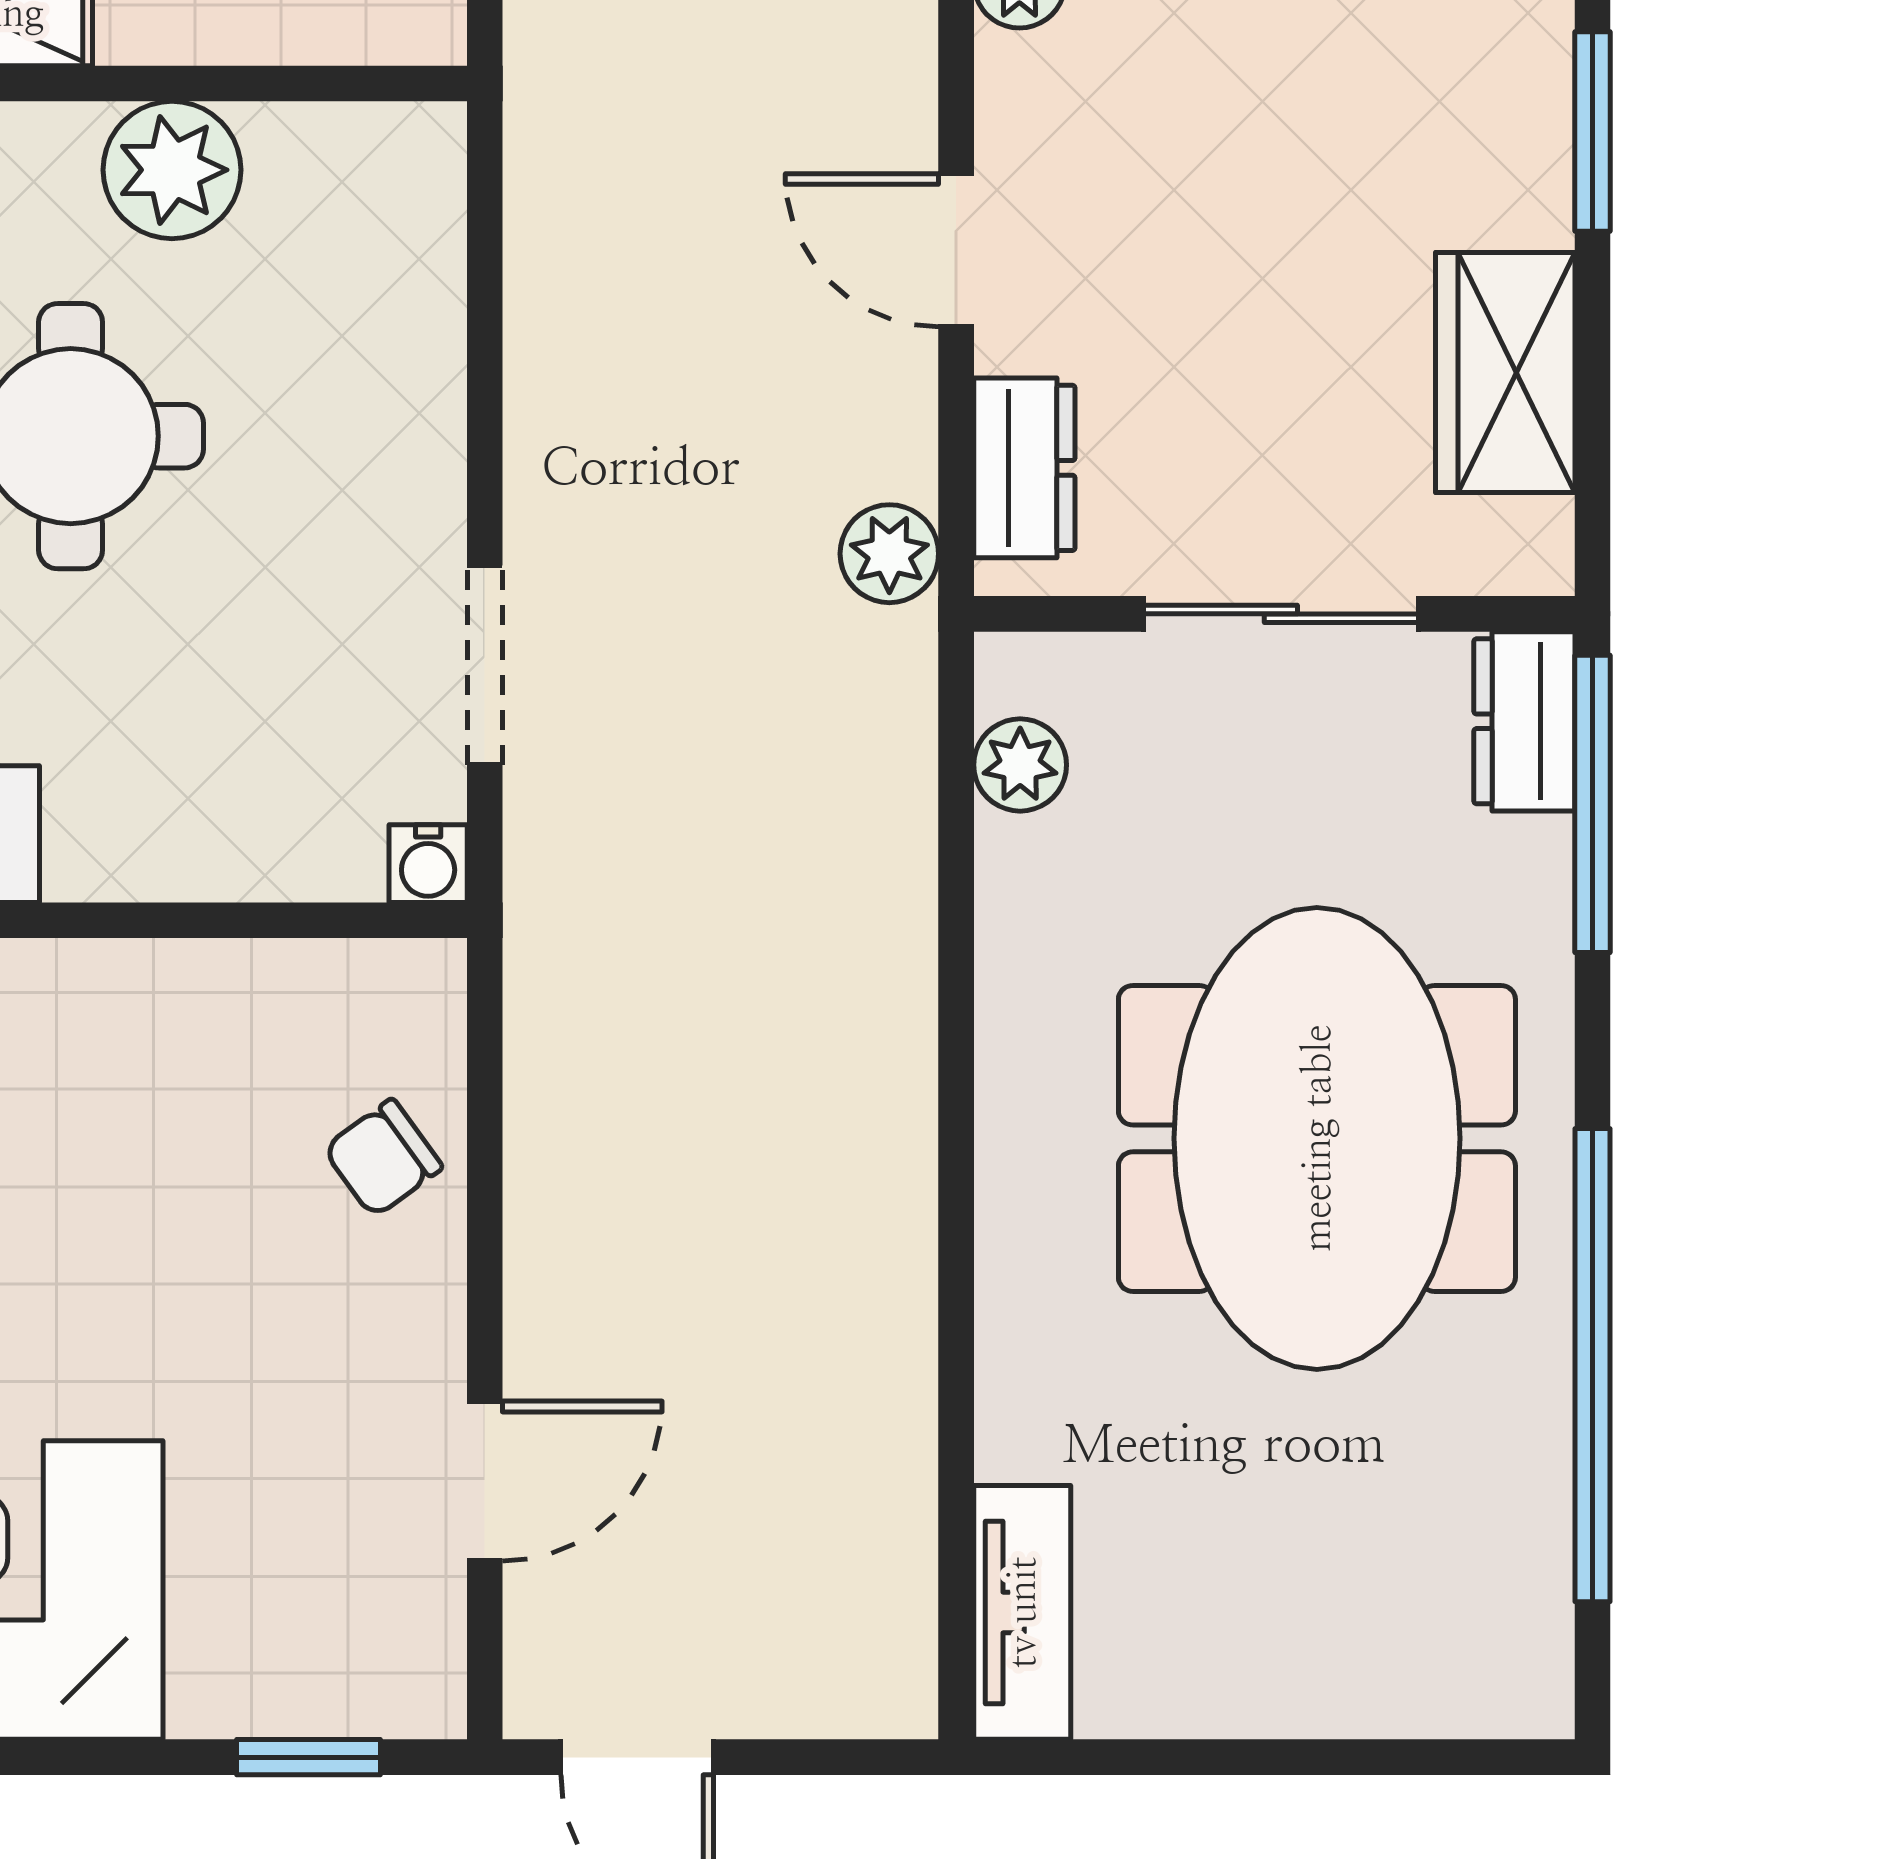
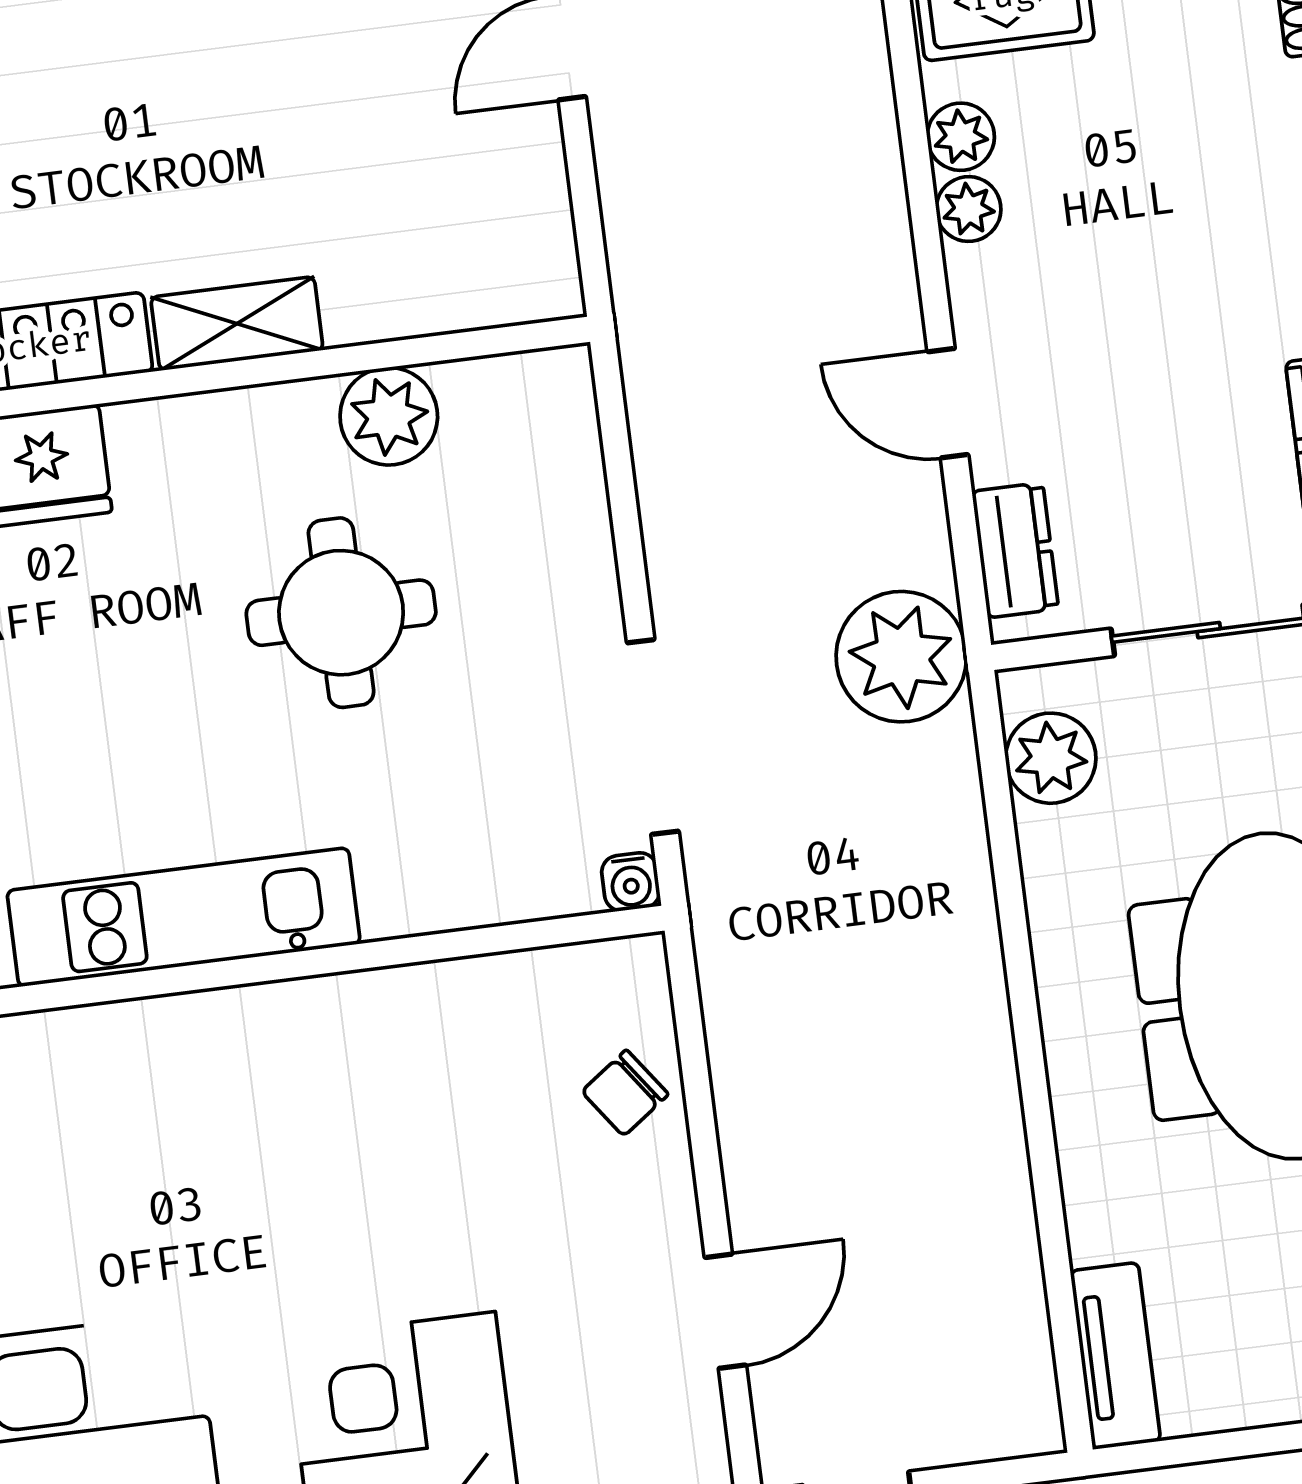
plant: (889, 554) -> (901, 657), width x1.88, depth x1.88
doorway: (485, 665) -> (653, 737), width x1.38
plant: (1020, 765) -> (1051, 758), width x1.38, depth x1.38

